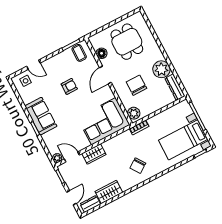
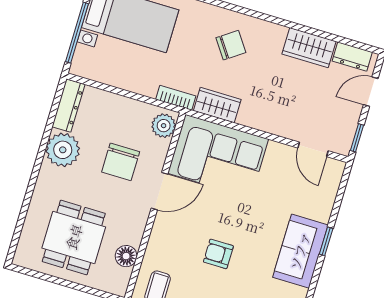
door: (105, 75) -> (159, 191), moved
wardrobe: (94, 154) -> (217, 105), moved
plant: (57, 158) -> (336, 168), removed

